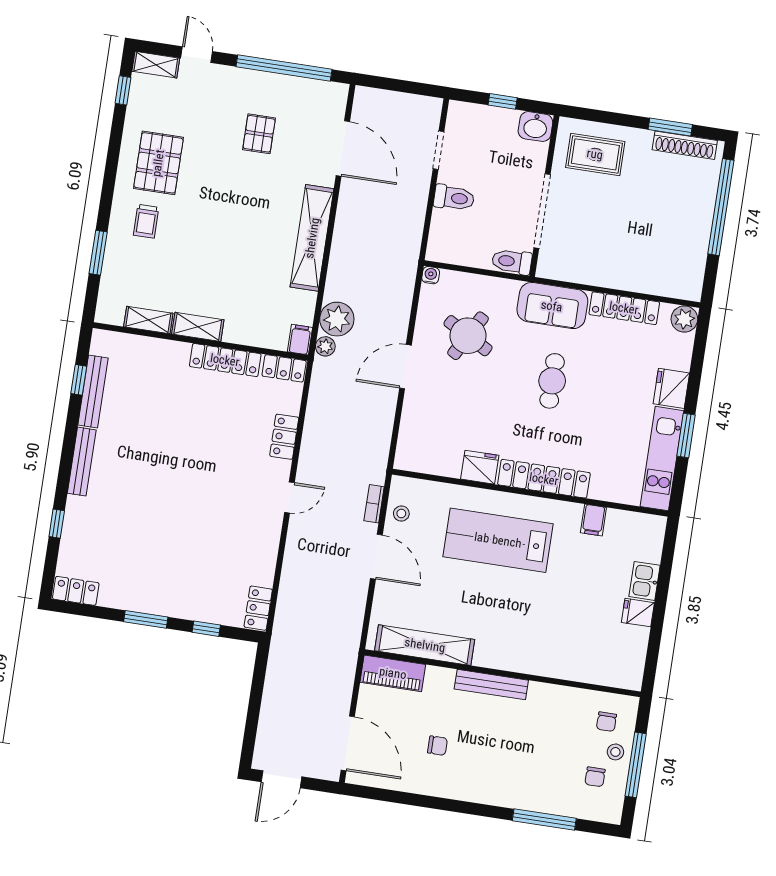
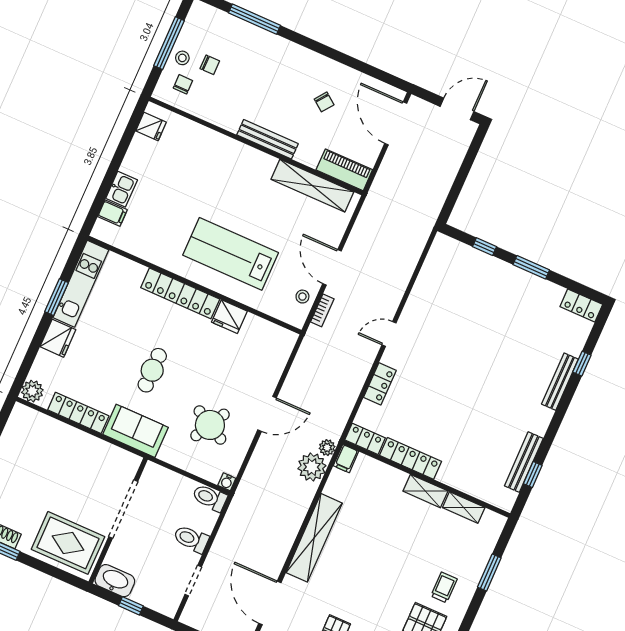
washbasin: (535, 127) -> (115, 581), width x1.38
rug: (595, 154) -> (68, 543), width x1.36, depth x1.43
toilet: (512, 262) -> (210, 498), moved, turned 180
bench: (82, 462) -> (560, 382), moved
filing cabinet: (593, 520) -> (112, 213), moved, turned 90
lab bench: (498, 540) -> (231, 254), turned 180
locker: (258, 608) -> (438, 252), removed
fridge: (638, 613) -> (151, 126), moved
chair: (437, 746) -> (324, 102), turned -143
chair: (595, 777) -> (210, 65), moved, turned 90

